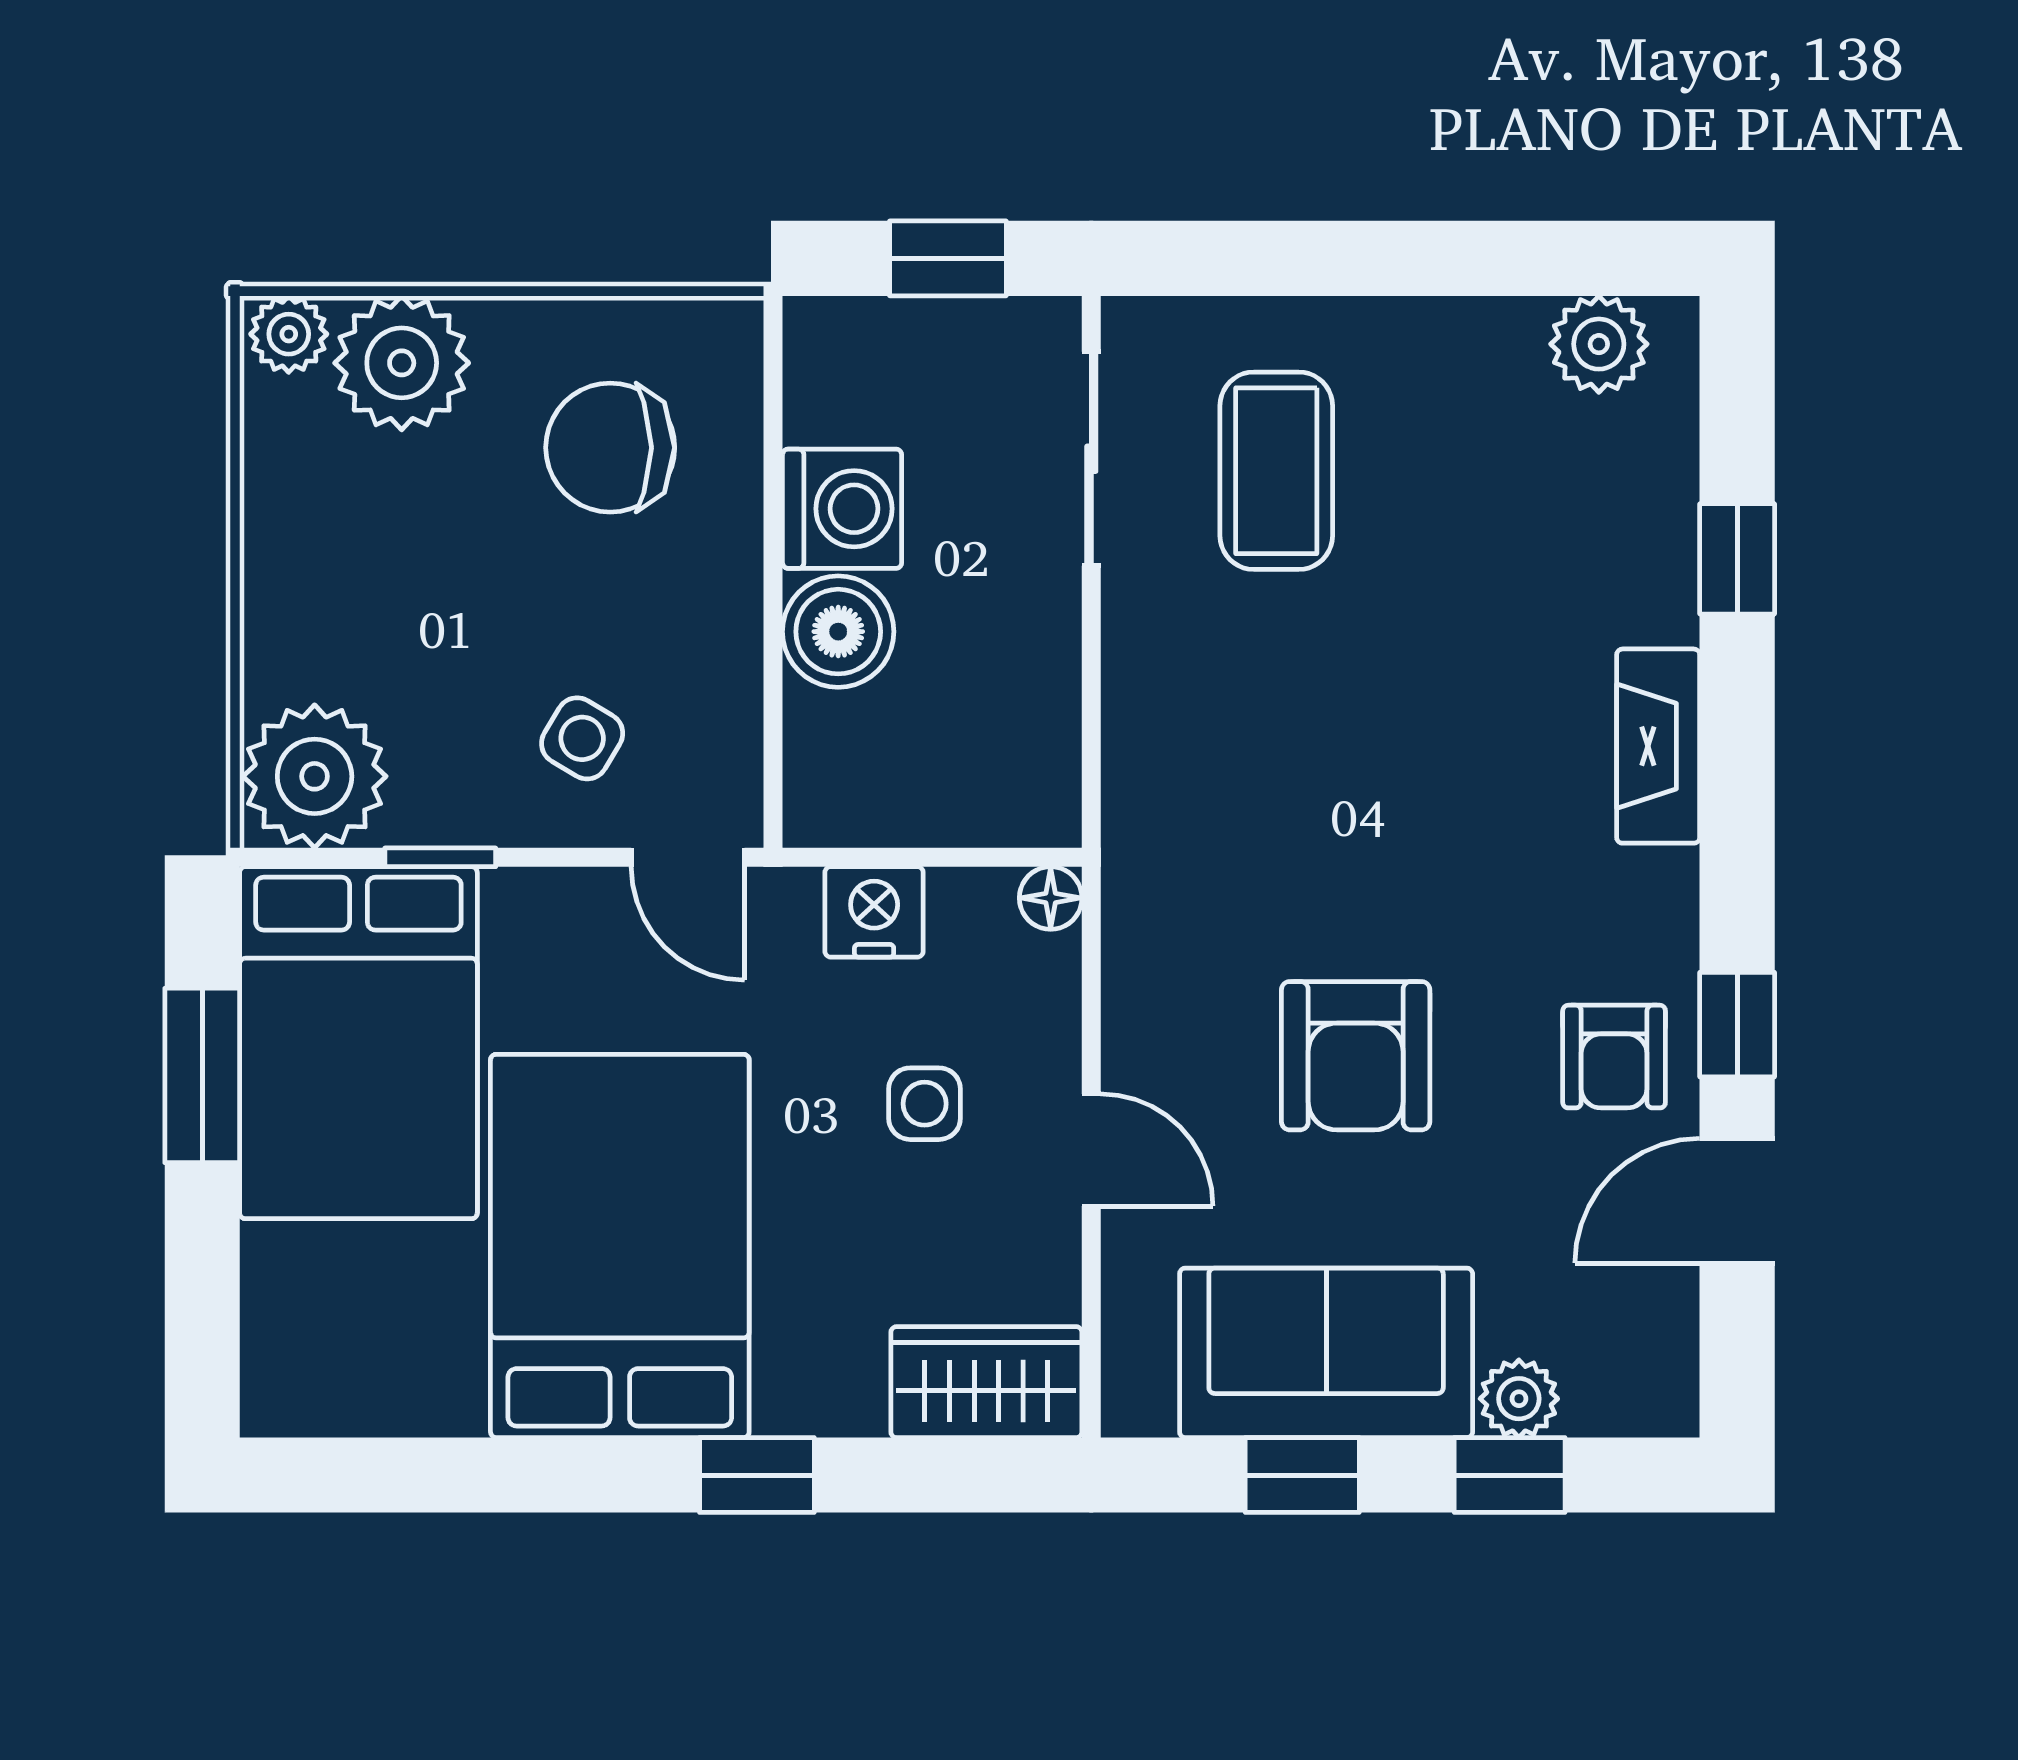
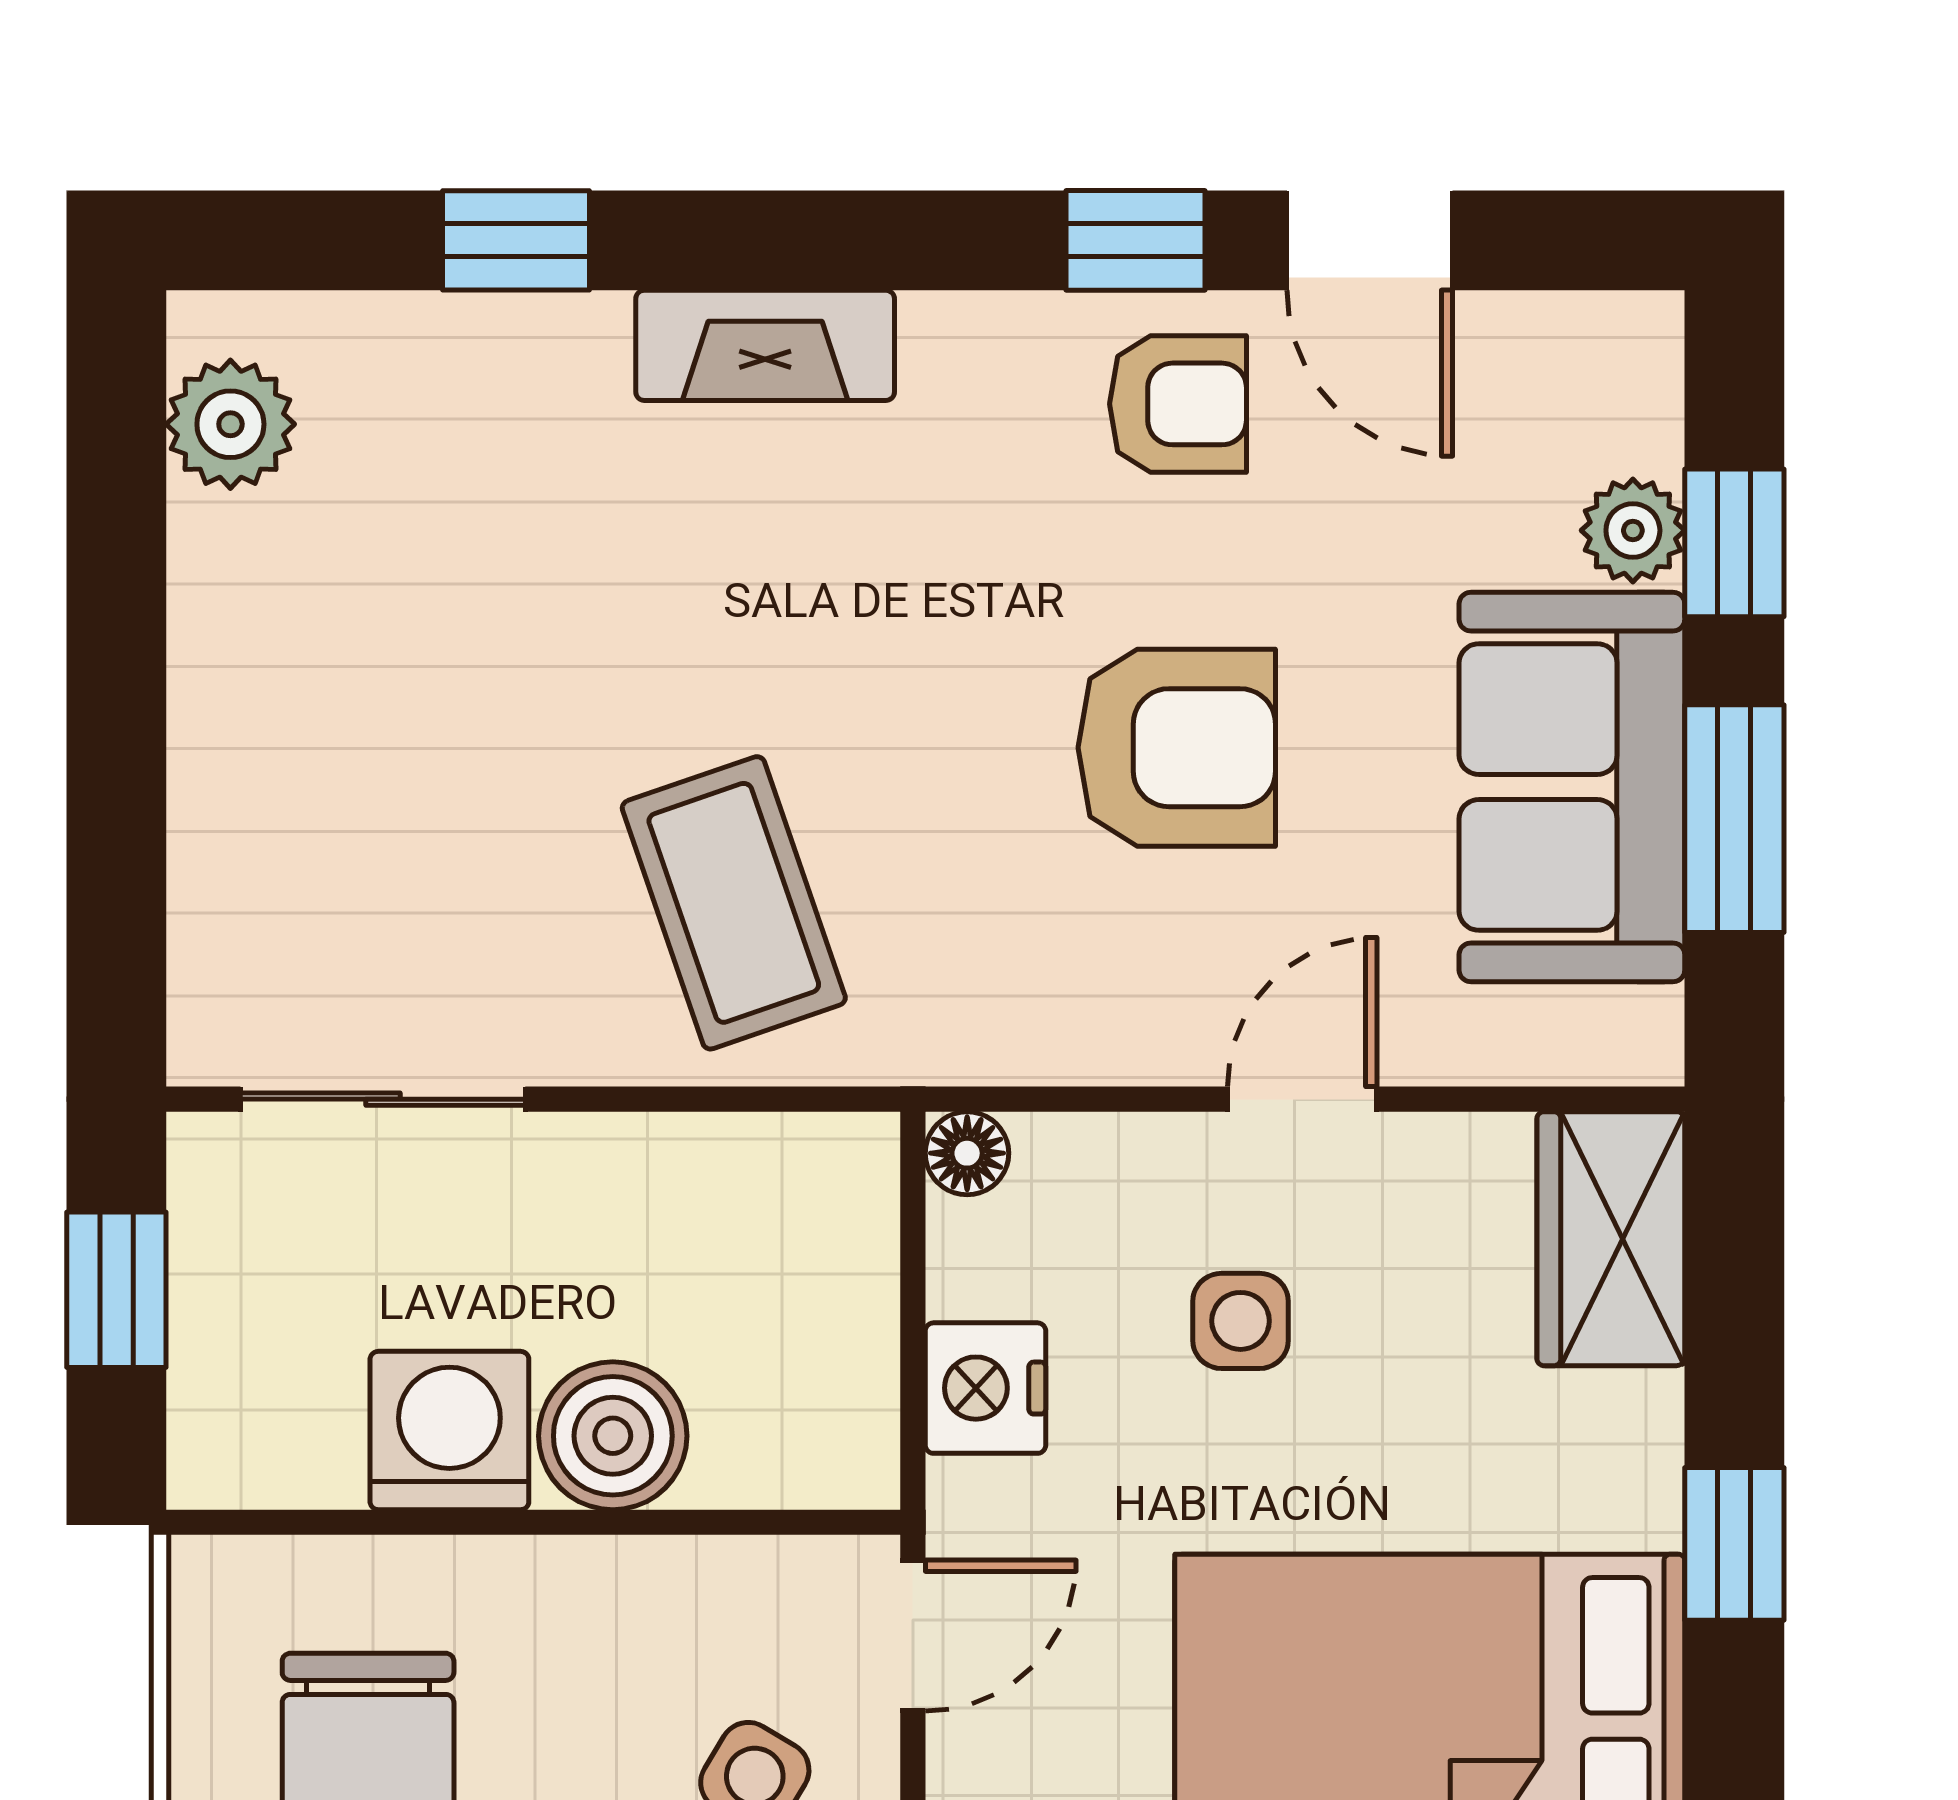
coffee table: (1276, 471) -> (734, 903), moved, turned 71
window: (1302, 1475) -> (1734, 819), width x1.50

